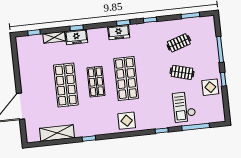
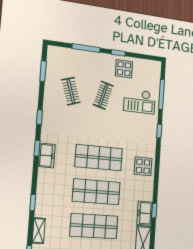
freezer: (76, 37) -> (145, 213), moved, turned 180
shop shelf: (96, 82) -> (96, 192), width x1.43, depth x1.36

